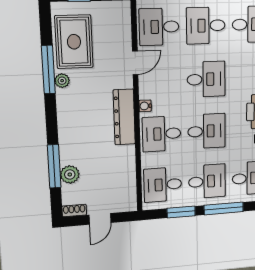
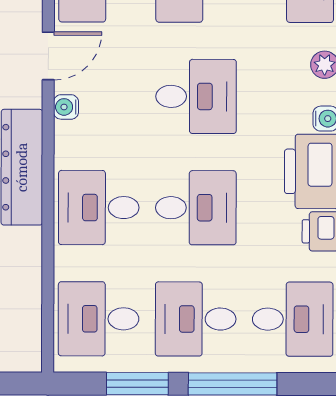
water cooler: (145, 106) -> (66, 107), moved
desk: (207, 181) -> (196, 319), turned 180

